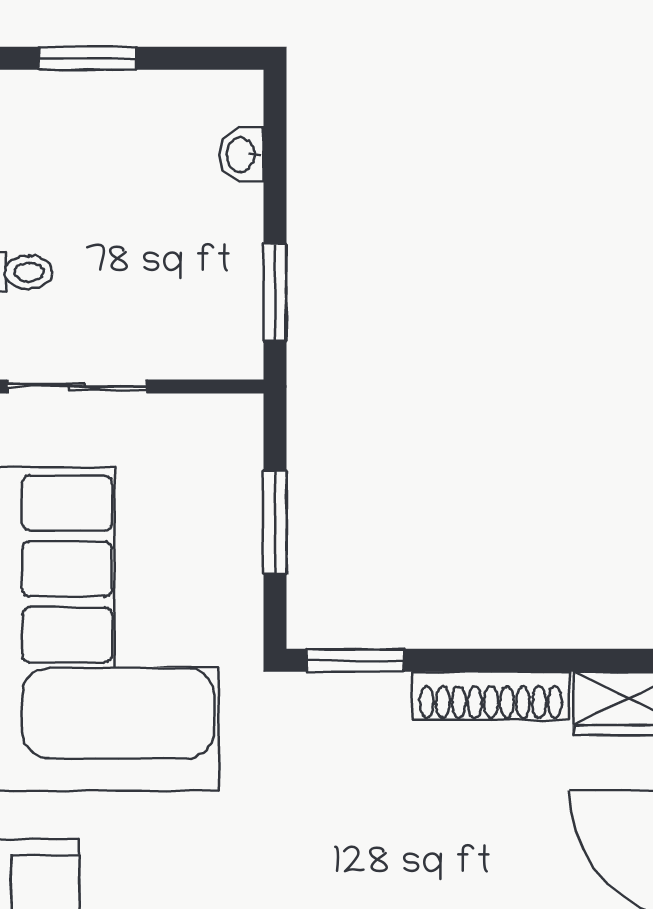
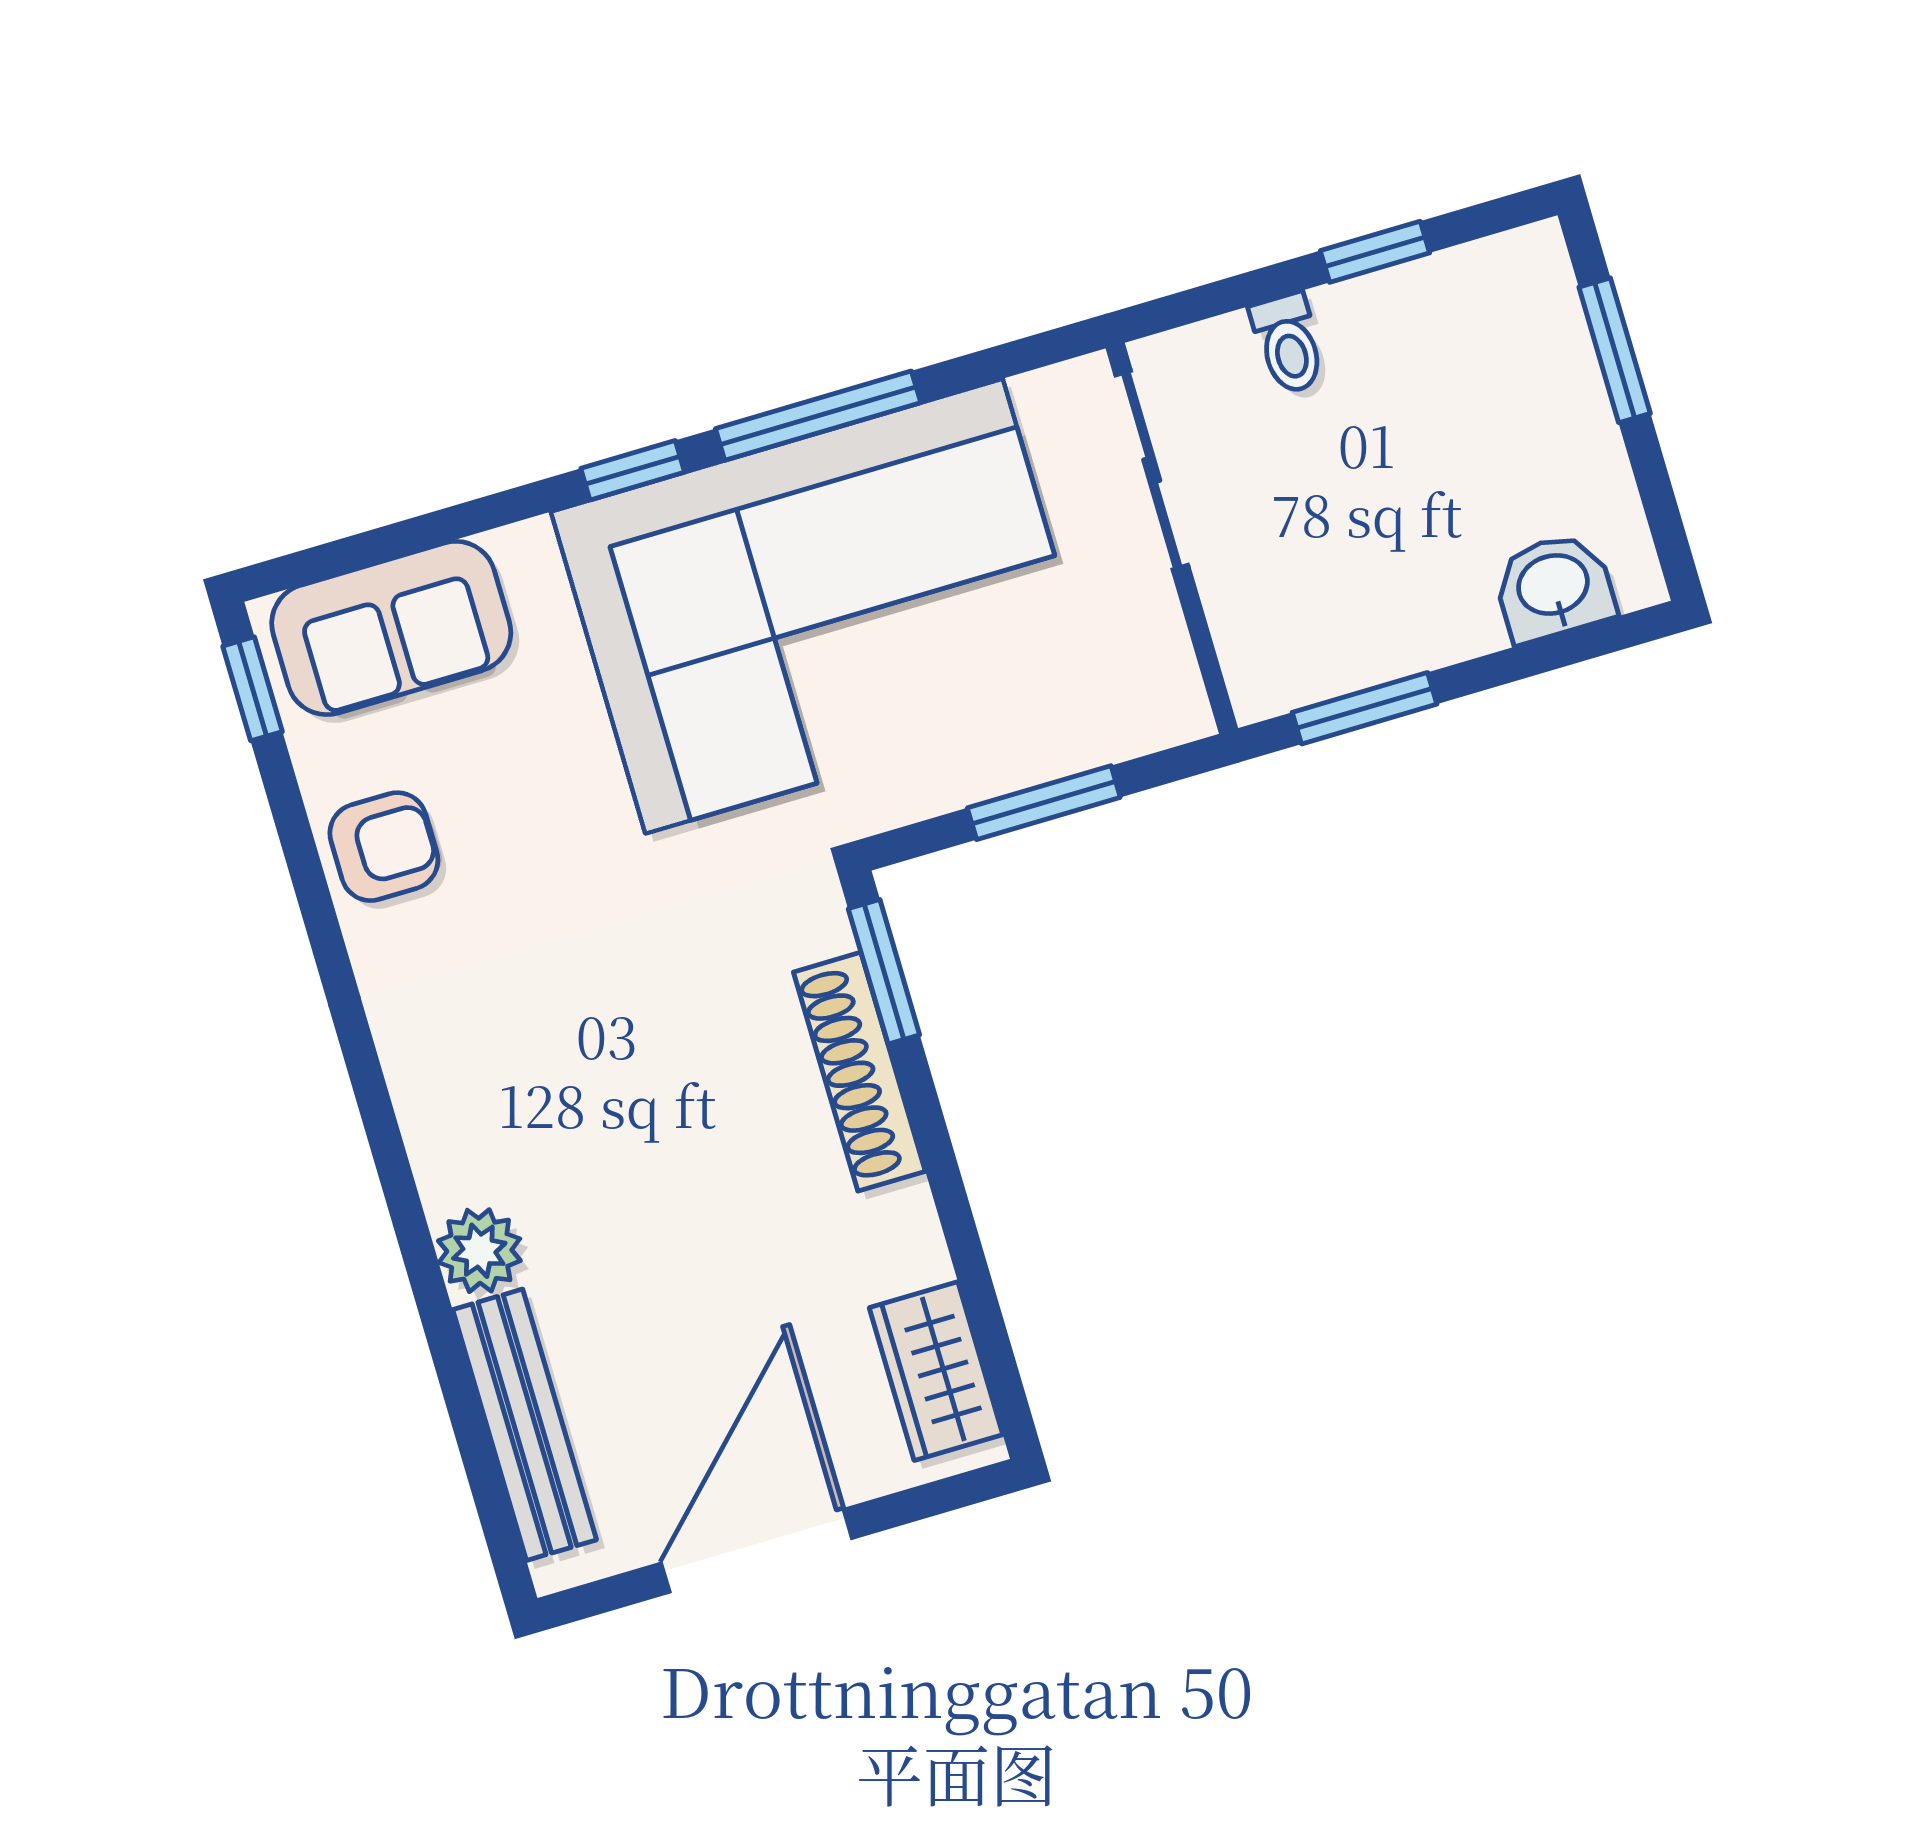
washbasin: (242, 155) -> (1554, 587), width x1.38, depth x1.45
shoe rack: (491, 696) -> (859, 1072), moved

